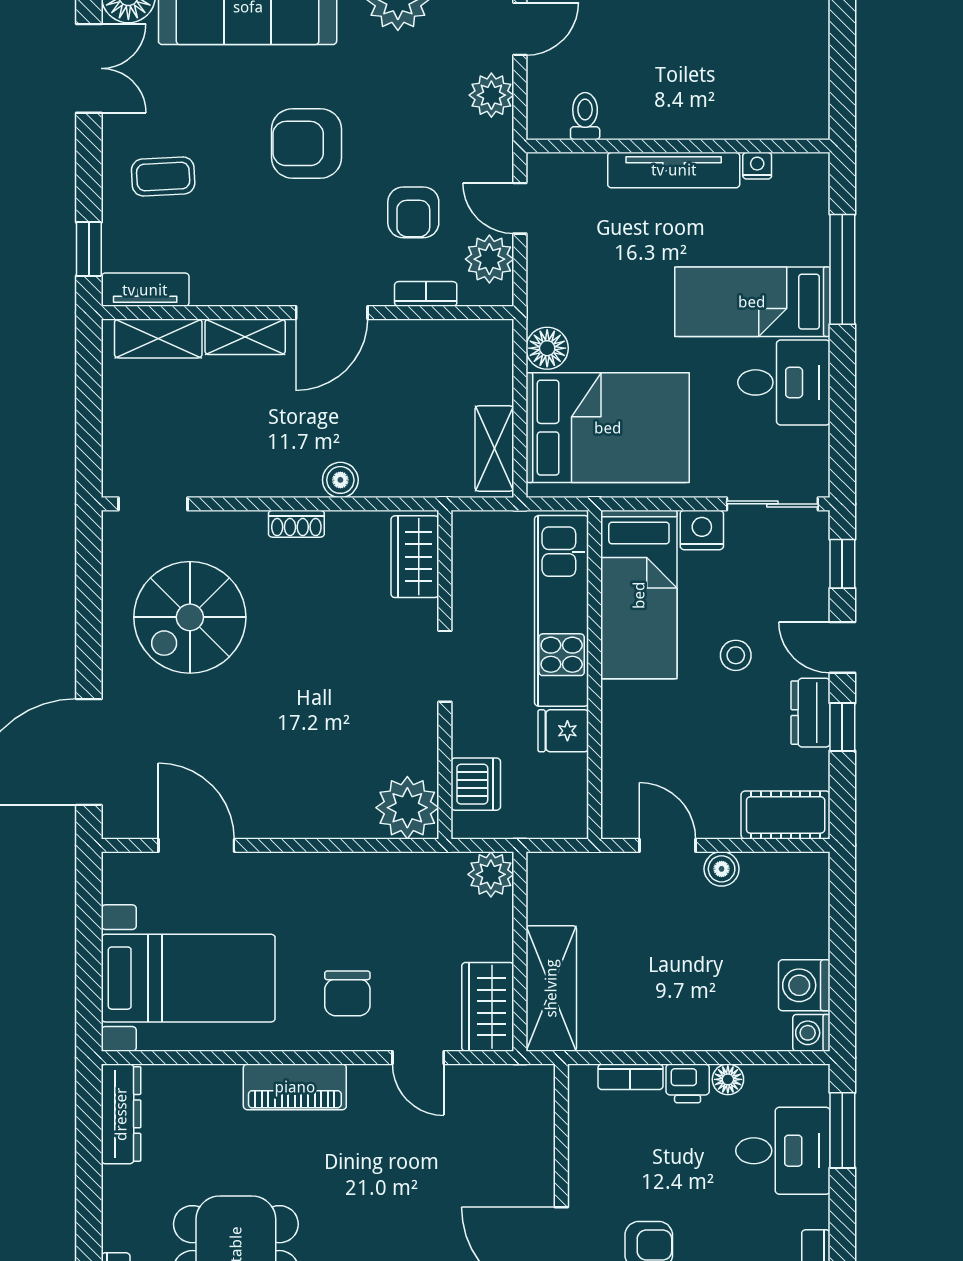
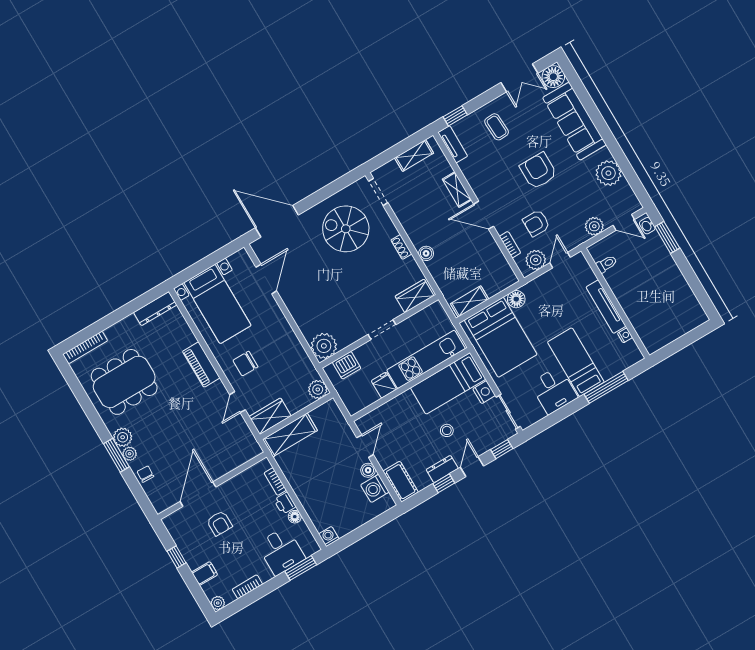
shelving: (158, 338) -> (414, 156), moved, turned 90
washing machine: (804, 985) -> (375, 488), moved, turned -90

